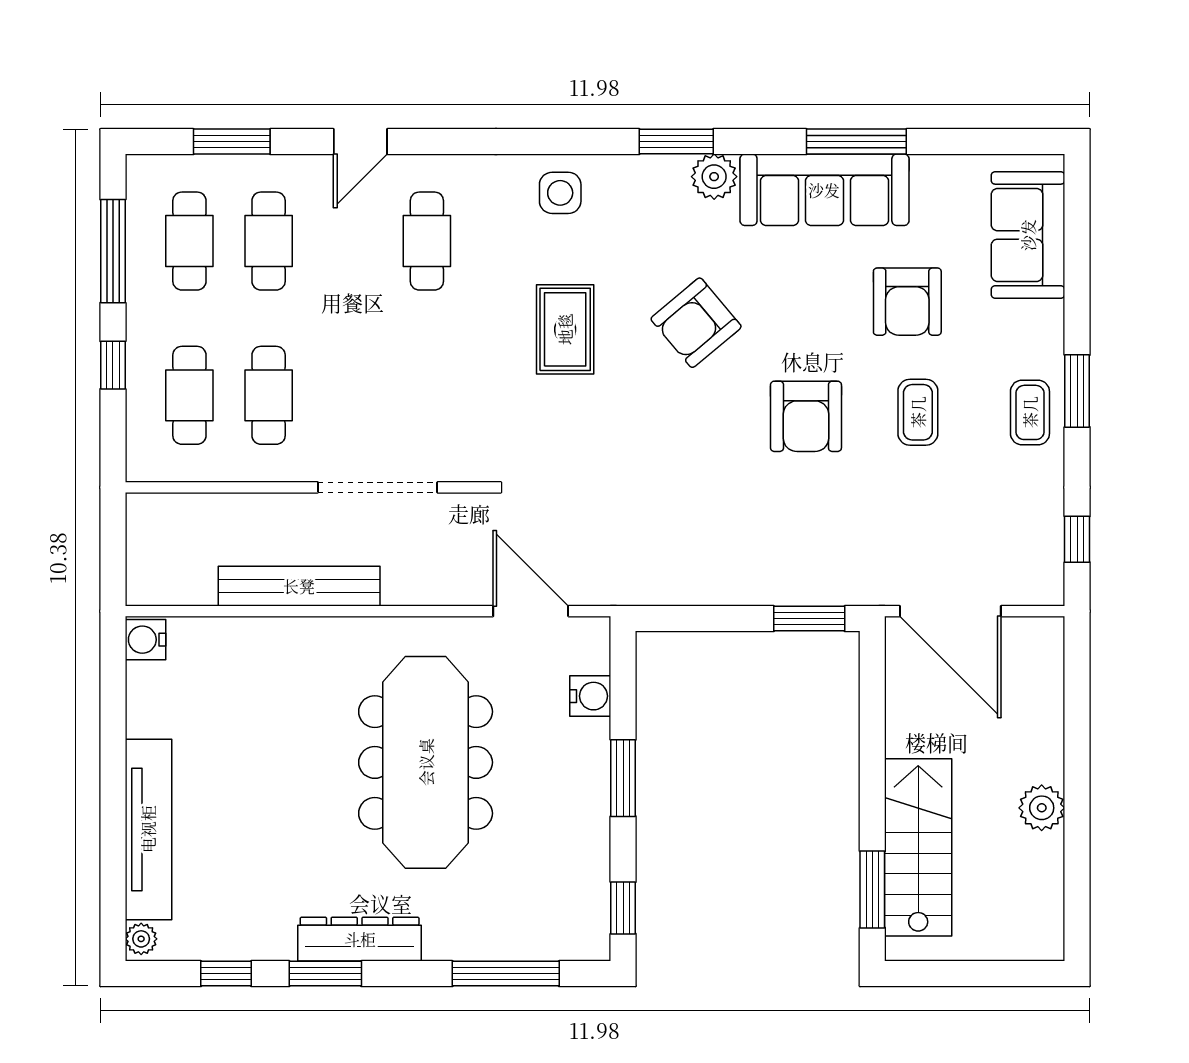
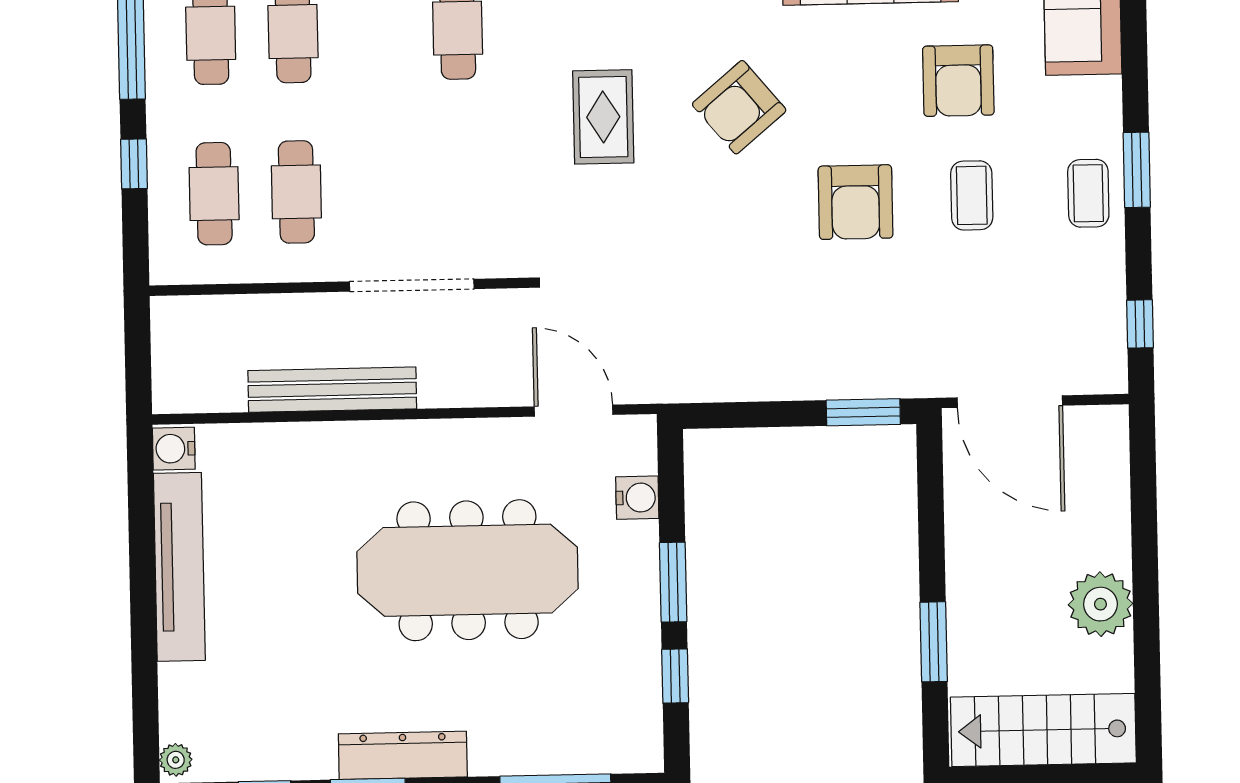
meeting table: (426, 762) -> (468, 570), turned 90
plant: (1042, 808) -> (1100, 604), width x1.36, depth x1.36
tv unit: (148, 829) -> (179, 567), moved
stairs: (918, 847) -> (1043, 730), moved, turned -90
window: (872, 890) -> (934, 642), moved
window: (623, 908) -> (675, 676), moved

